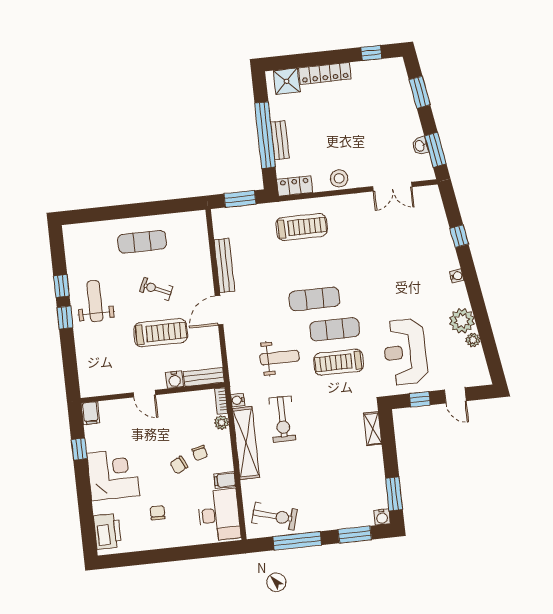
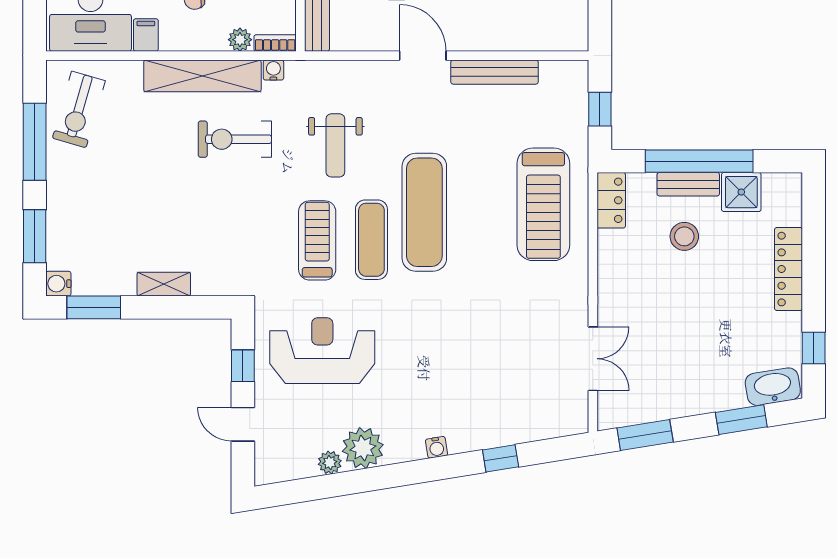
shower: (286, 81) -> (741, 192), moved
washbasin: (420, 146) -> (773, 387), moved, width x1.91, depth x1.45
stool: (339, 178) -> (684, 236), moved
double door: (392, 187) -> (593, 359), swing flipped
window: (240, 199) -> (600, 109), width x0.67
treadmill: (302, 227) -> (543, 204), width x1.37, depth x1.38
exercise mat: (314, 299) -> (424, 212), width x1.36, depth x1.45
door: (455, 395) -> (243, 424), hinge flipped
shelving: (373, 429) -> (164, 284), moved

